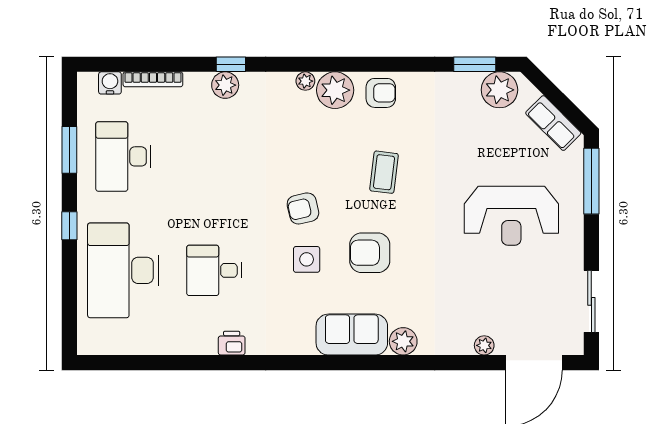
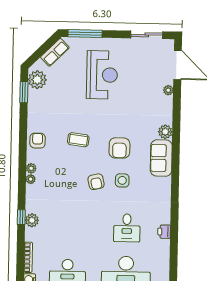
plant: (335, 90) -> (31, 168), width x0.53, depth x0.53
printer: (232, 343) -> (164, 232), moved

